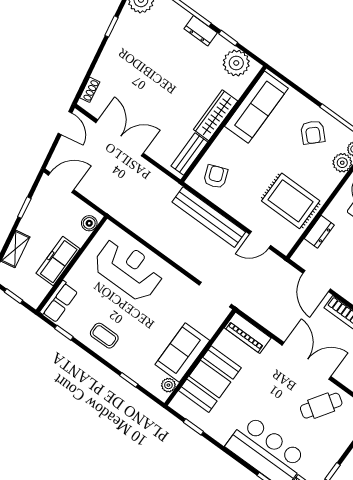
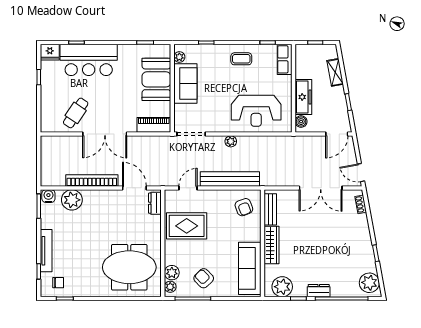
dresser: (319, 232) -> (155, 203), moved
plant: (179, 256) -> (231, 141), added
freezer: (58, 261) -> (303, 97), moved

